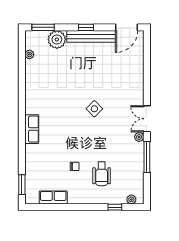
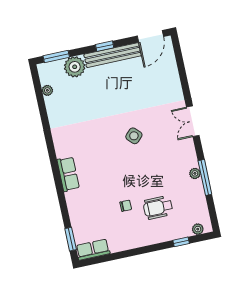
double door: (147, 119) -> (193, 121), moved
plant: (139, 137) -> (195, 173), moved
wheelchair: (102, 174) -> (158, 207), turned 90
row of seats: (53, 198) -> (93, 250), moved

